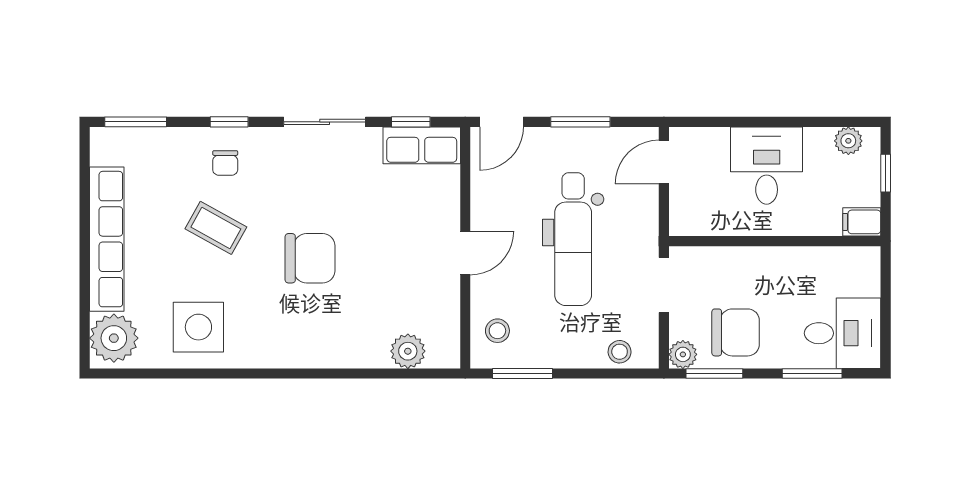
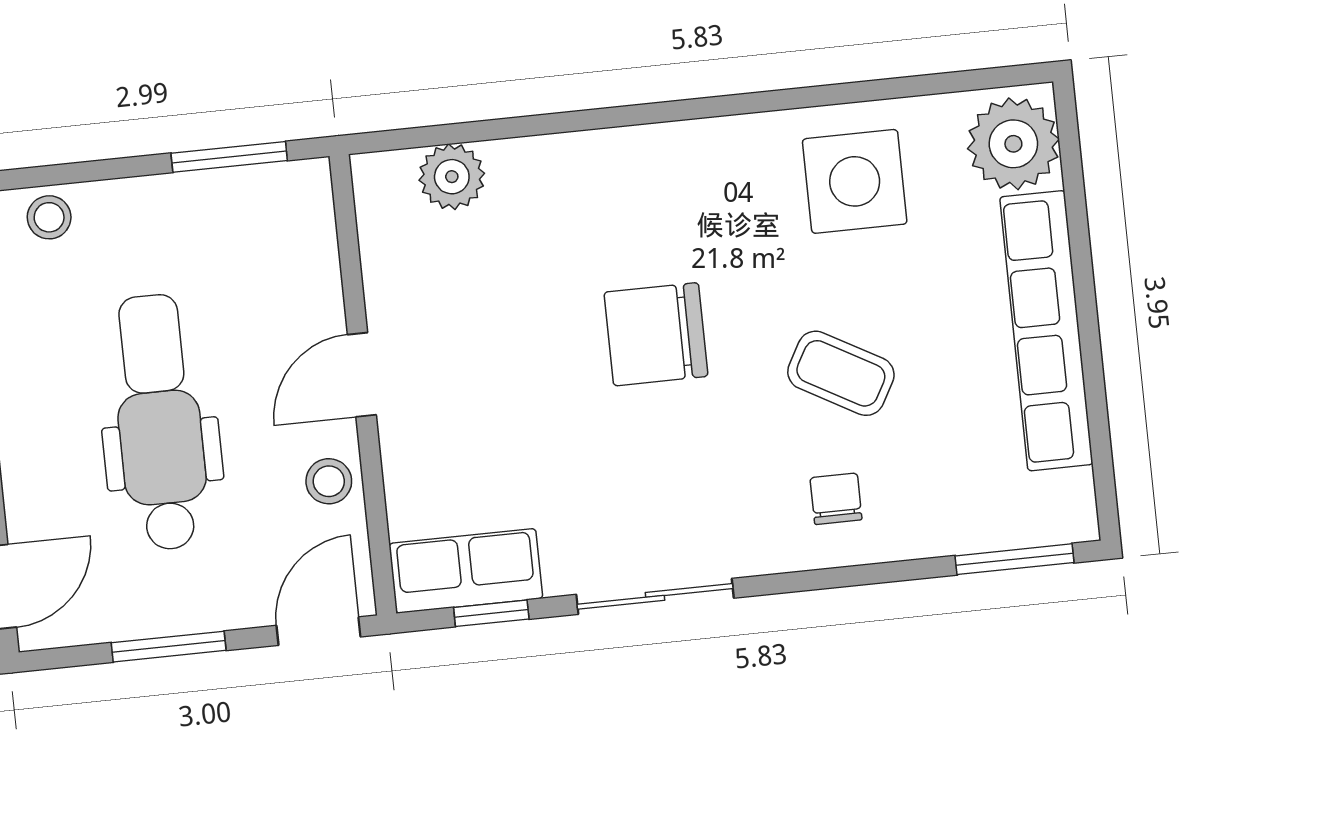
window: (229, 122) -> (837, 578), removed
stool: (497, 331) -> (329, 481), moved

